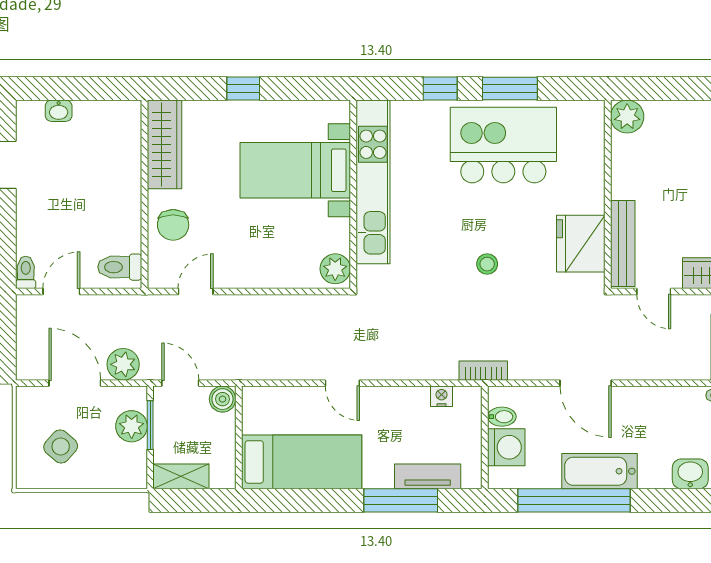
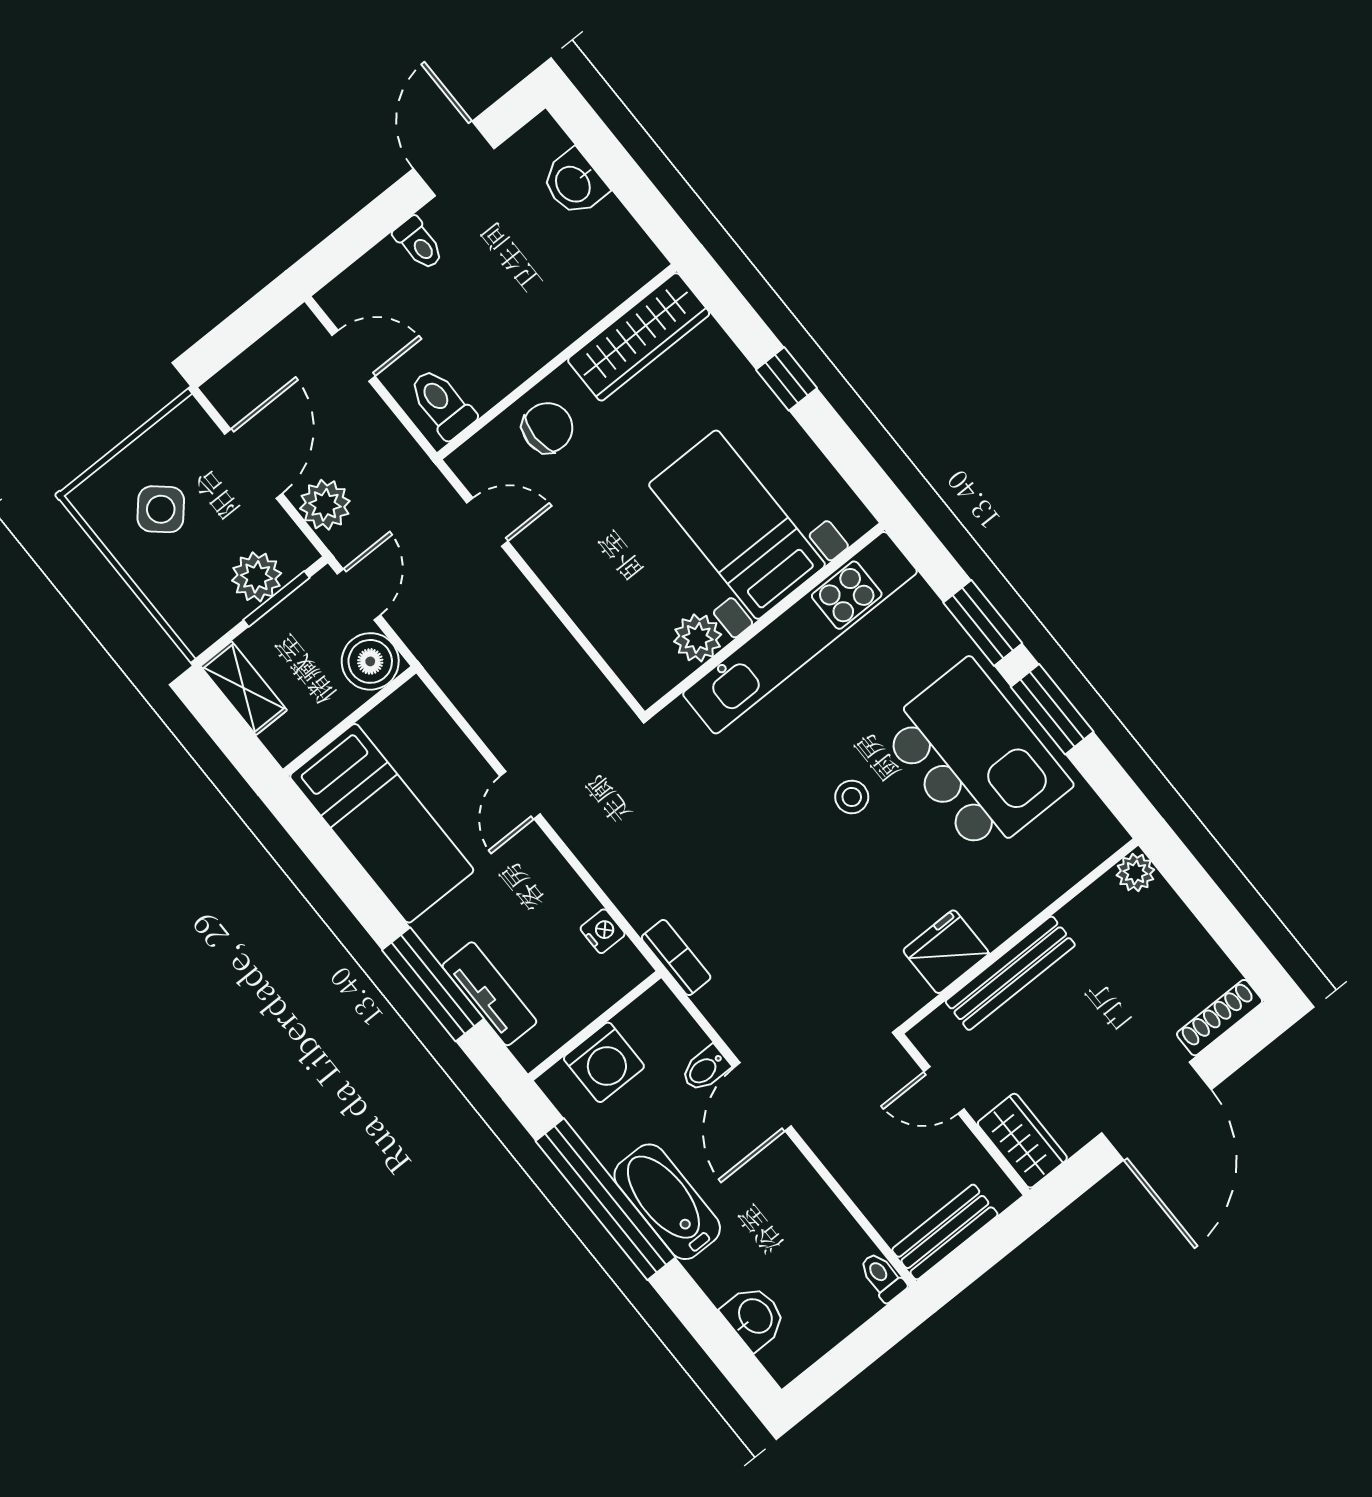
window: (440, 89) -> (983, 623), width x1.50
washbasin: (59, 111) -> (574, 183), width x1.38, depth x1.45
plant: (627, 117) -> (1135, 872), width x0.73, depth x0.73
chair: (173, 225) -> (547, 428), turned 180
bench: (623, 243) -> (1010, 973), moved
fridge: (581, 244) -> (946, 952), width x0.73, depth x0.75
stool: (487, 264) -> (852, 797), moved
plant: (335, 269) -> (698, 638), moved
toilet: (26, 272) -> (419, 243), moved, turned 90
door: (654, 292) -> (944, 1090), hinge flipped
boiler: (222, 399) -> (370, 661), width x1.36, depth x1.36
bidet: (502, 417) -> (705, 1069), moved, turned 90

